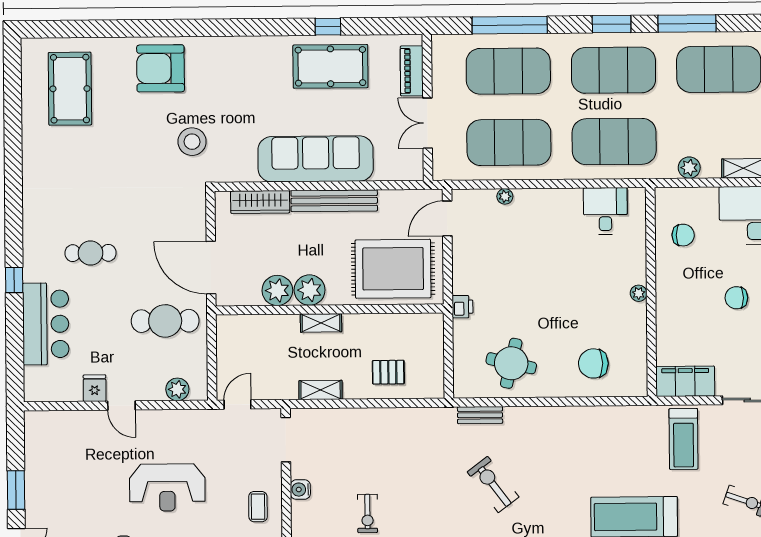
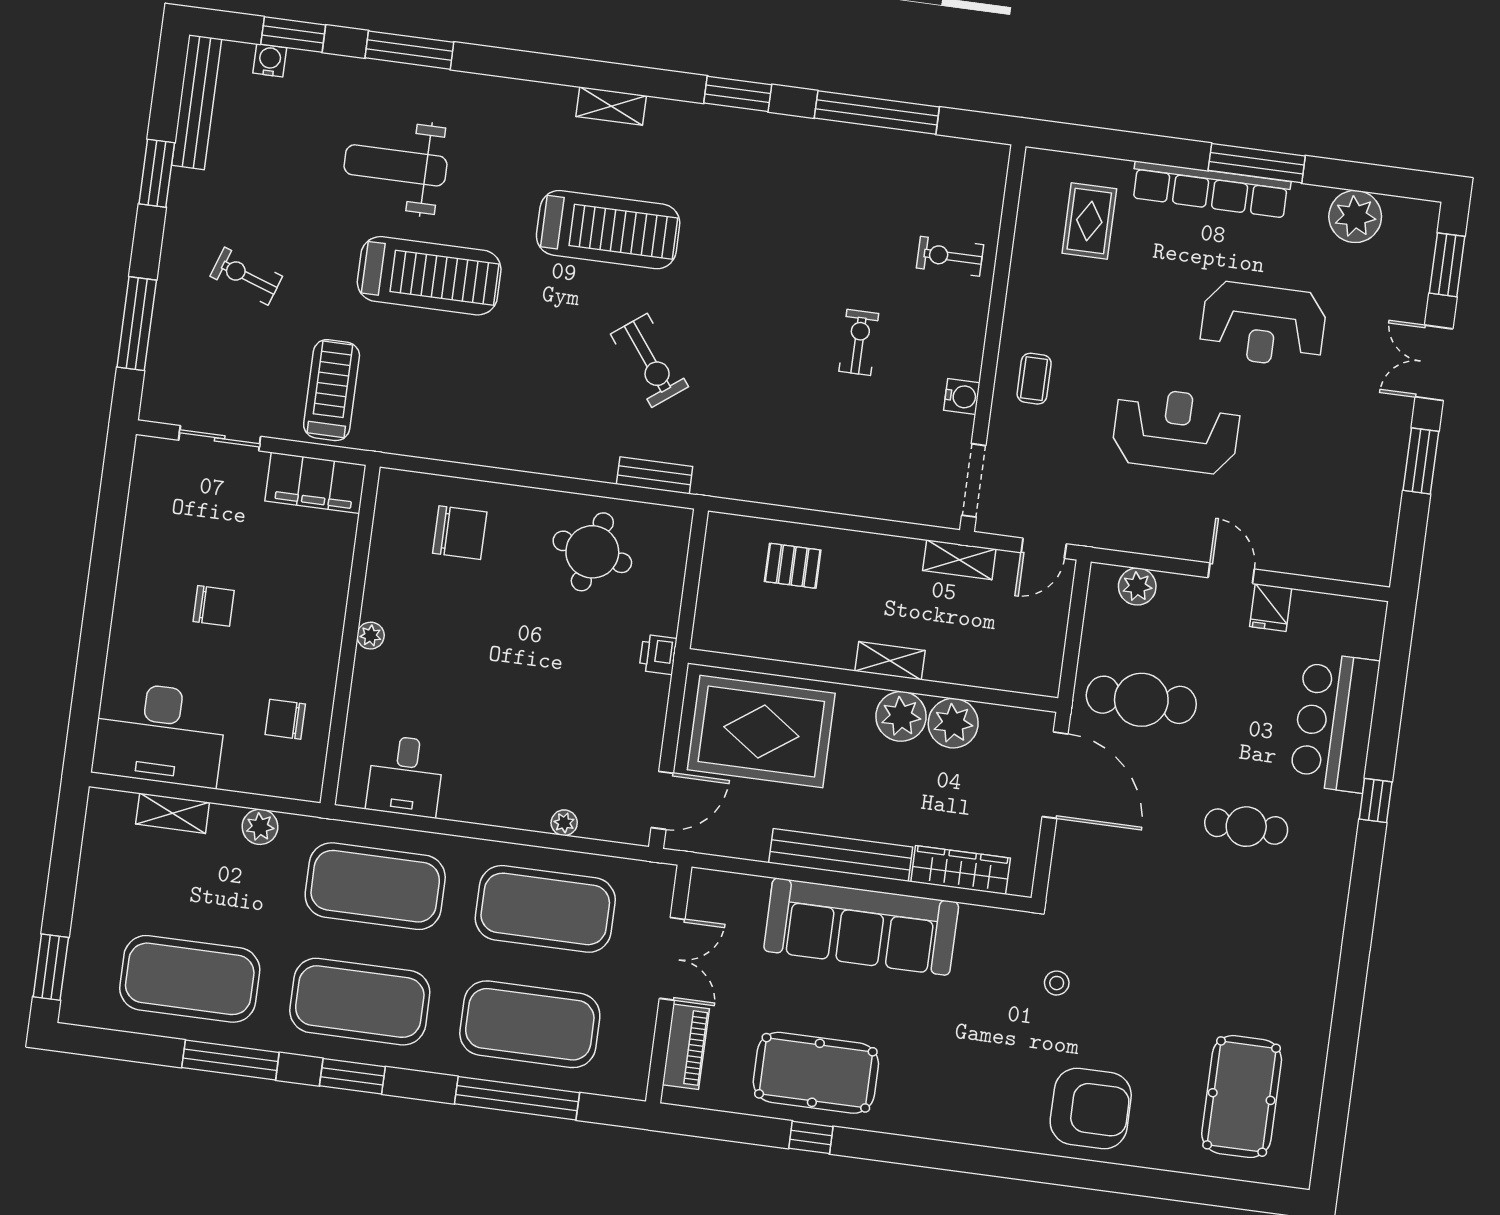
stool: (192, 142) -> (1057, 983), width x0.53, depth x0.53
shelving: (321, 390) -> (959, 560), moved

